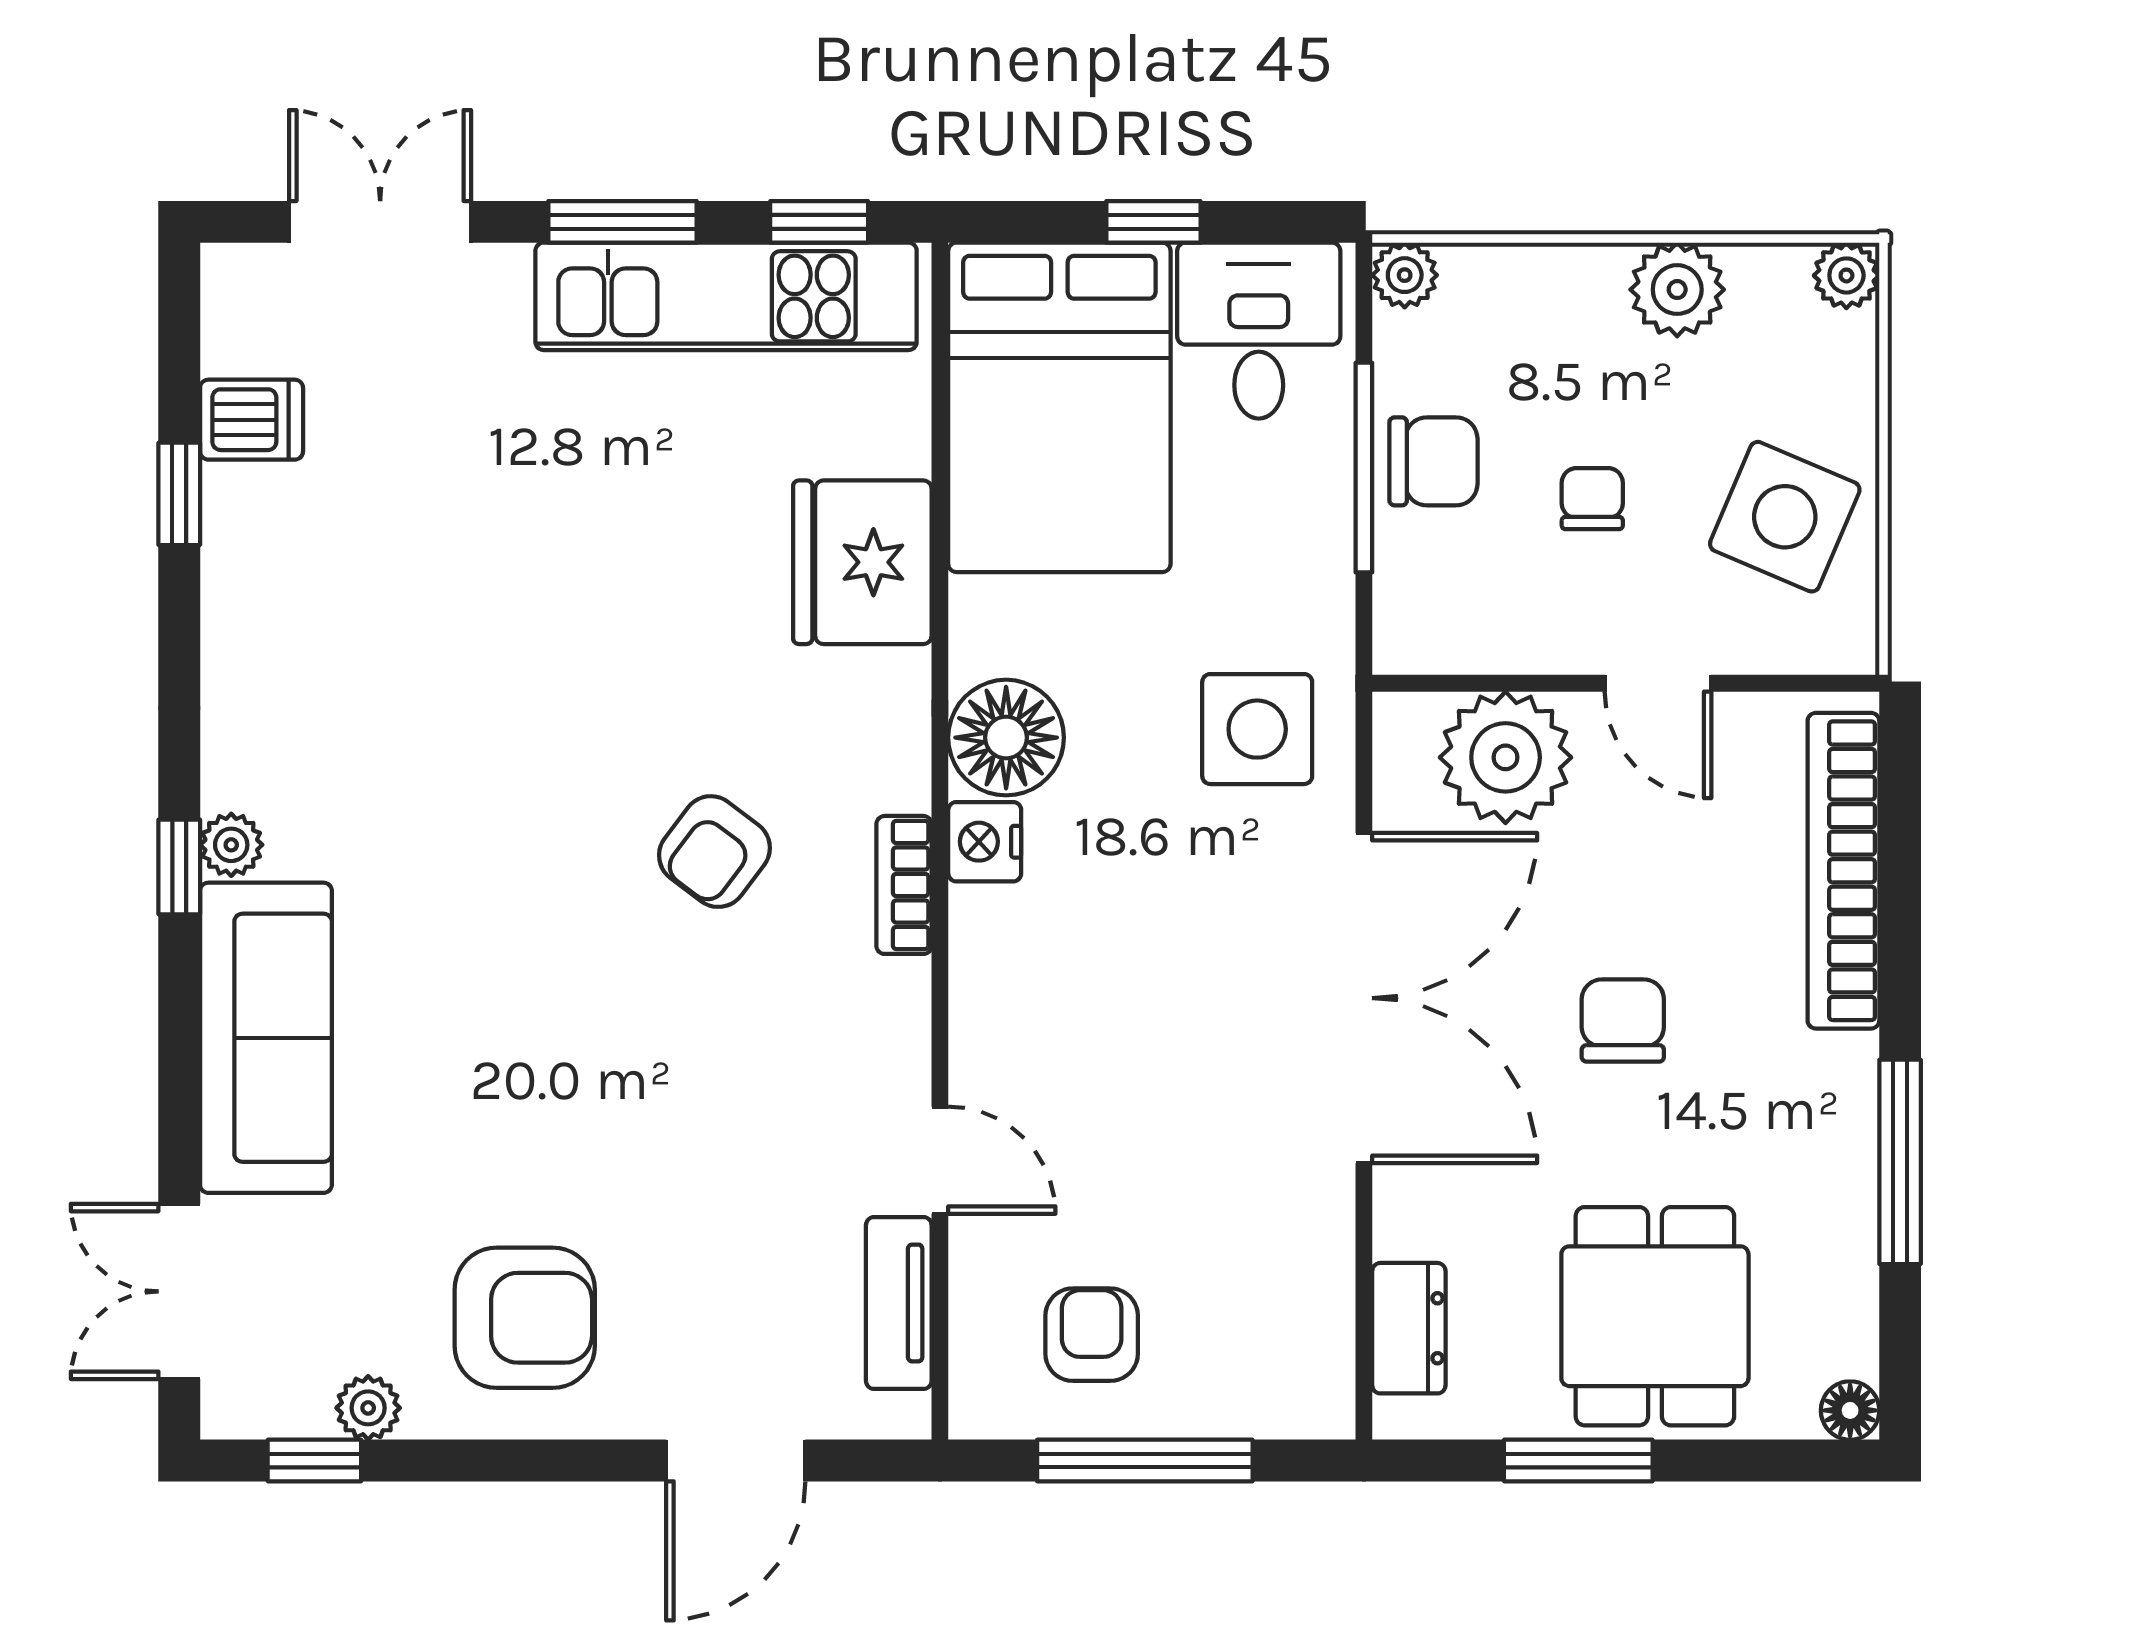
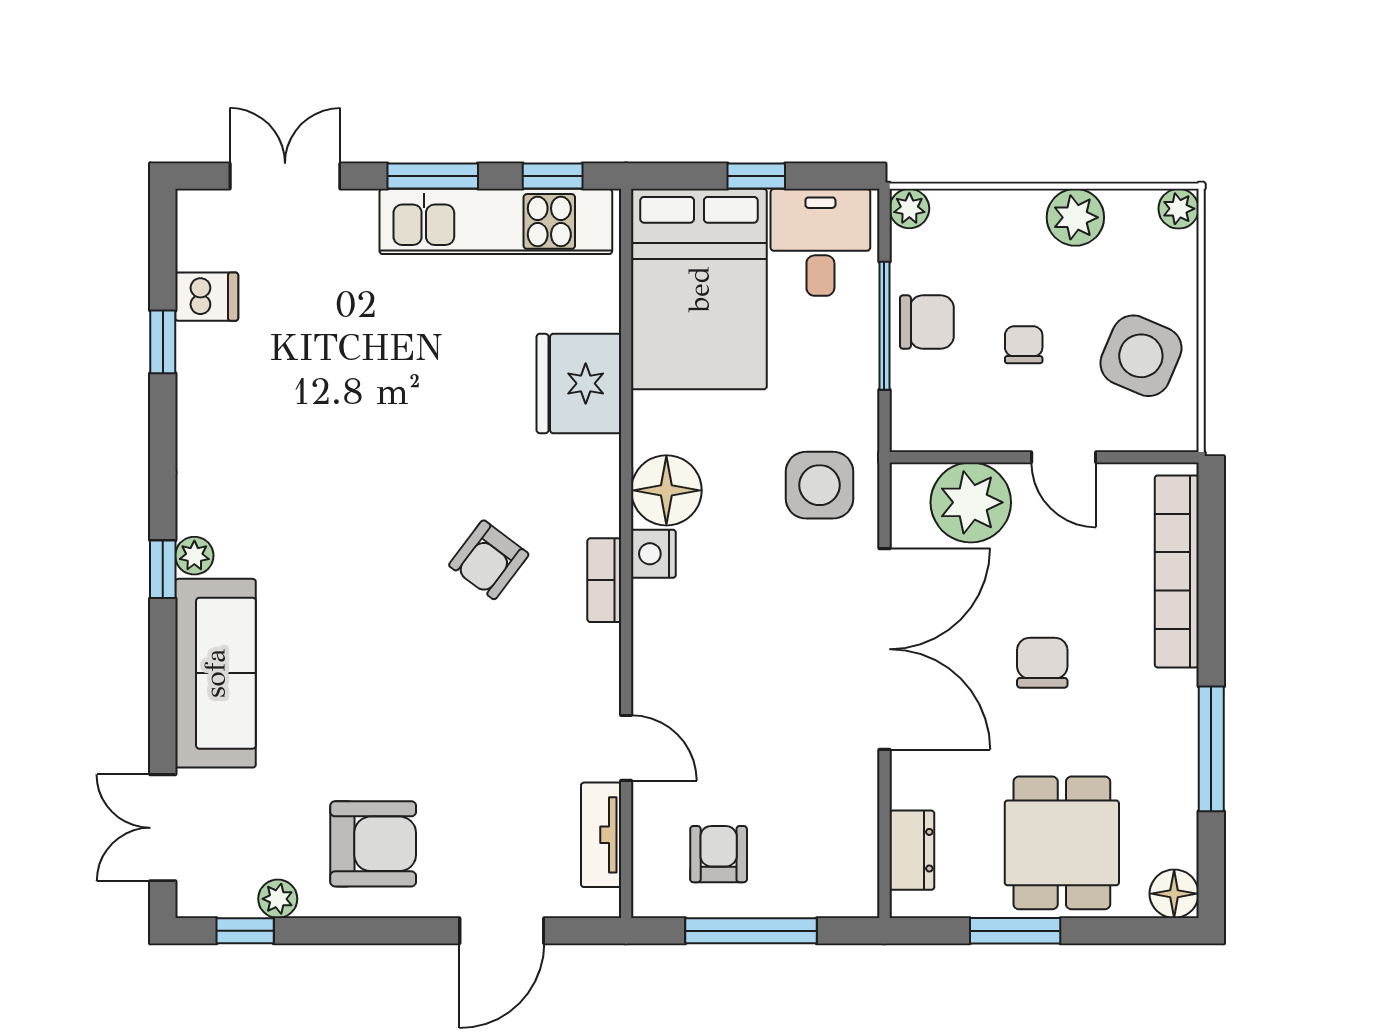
floor lamp: (1850, 1410) -> (1174, 894), width x1.37, depth x1.37

